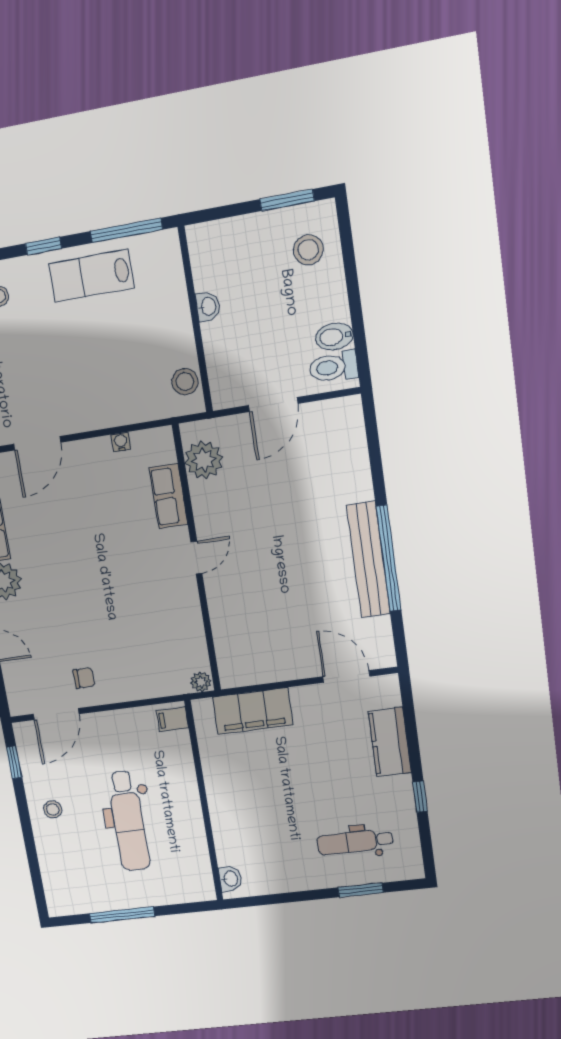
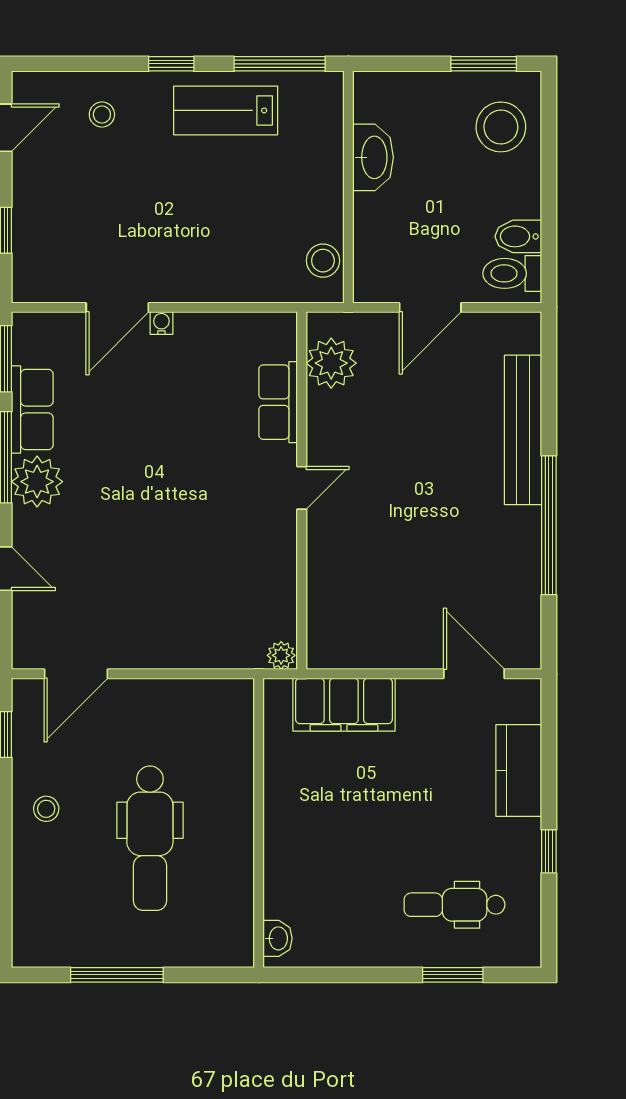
stool: (308, 250) -> (501, 127), width x1.38, depth x1.38
washbasin: (208, 307) -> (373, 157), width x1.91, depth x1.45
water cooler: (121, 442) -> (161, 323), moved
bench: (368, 560) -> (523, 430), moved
chair: (84, 678) -> (124, 629), removed
filing cabinet: (172, 719) -> (234, 702), removed

